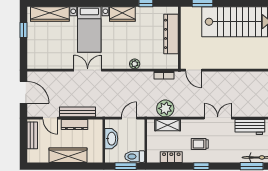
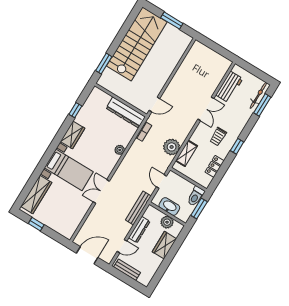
dresser: (171, 34) -> (126, 113), moved
bench: (77, 112) -> (138, 208), moved
double door: (218, 118) -> (206, 109), swing flipped
plant: (96, 145) -> (167, 222), added
wardrobe: (68, 155) -> (164, 245), width x0.67

